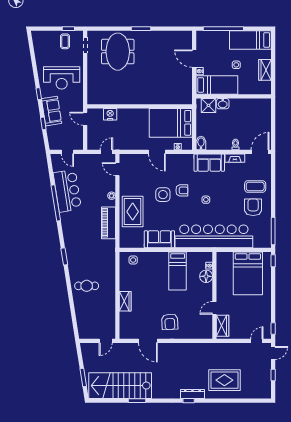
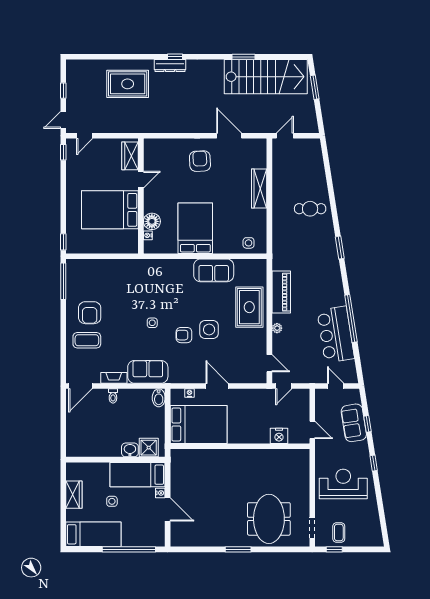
sofa: (52, 111) -> (354, 423), moved
bar counter: (214, 236) -> (142, 274), removed
bed: (178, 271) -> (195, 228), width x1.50
bed: (248, 273) -> (110, 210), moved, turned -90
wardrobe: (125, 301) -> (259, 188), width x1.50

